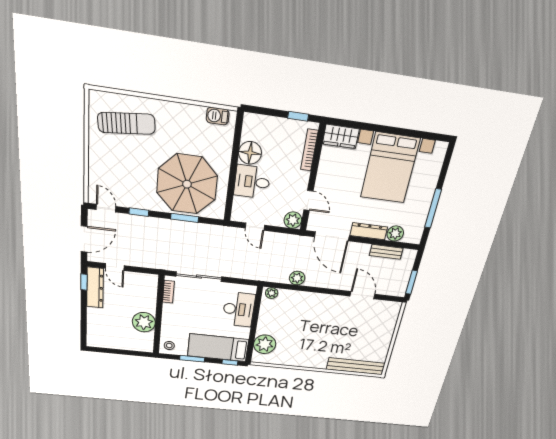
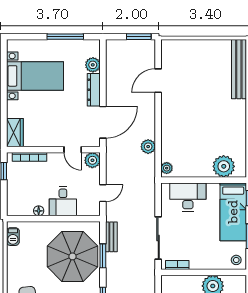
floor lamp: (250, 153) -> (39, 211), width x0.53, depth x0.53
bed with nightstands: (390, 168) -> (35, 76), width x0.73
door: (308, 200) -> (73, 150), swing flipped
bench: (386, 252) -> (111, 237), moved

